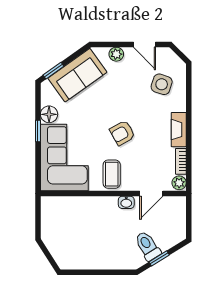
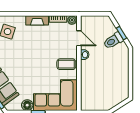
armchair: (122, 133) -> (39, 57), removed

